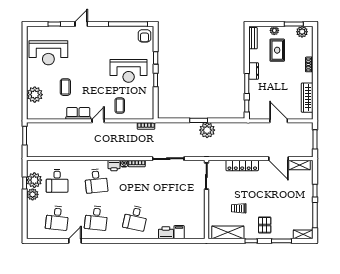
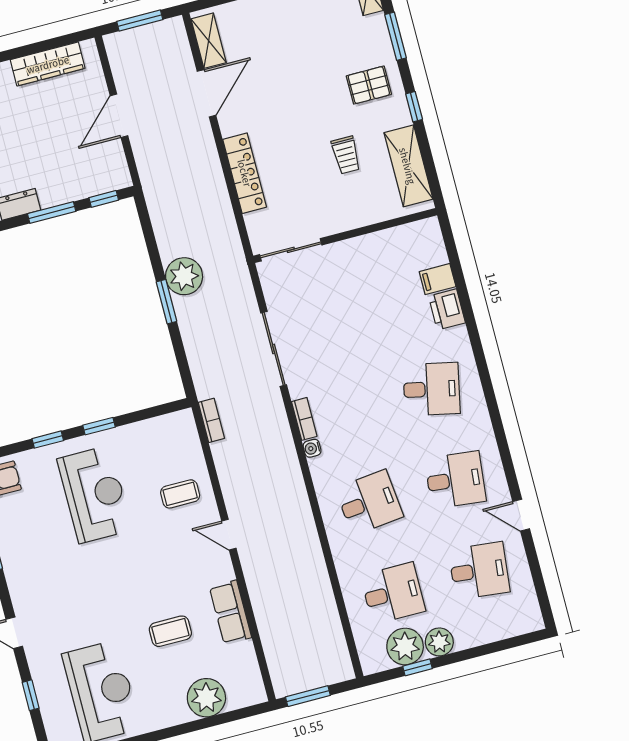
row of seats: (78, 113) -> (231, 612), moved
printer: (114, 166) -> (323, 471), removed

